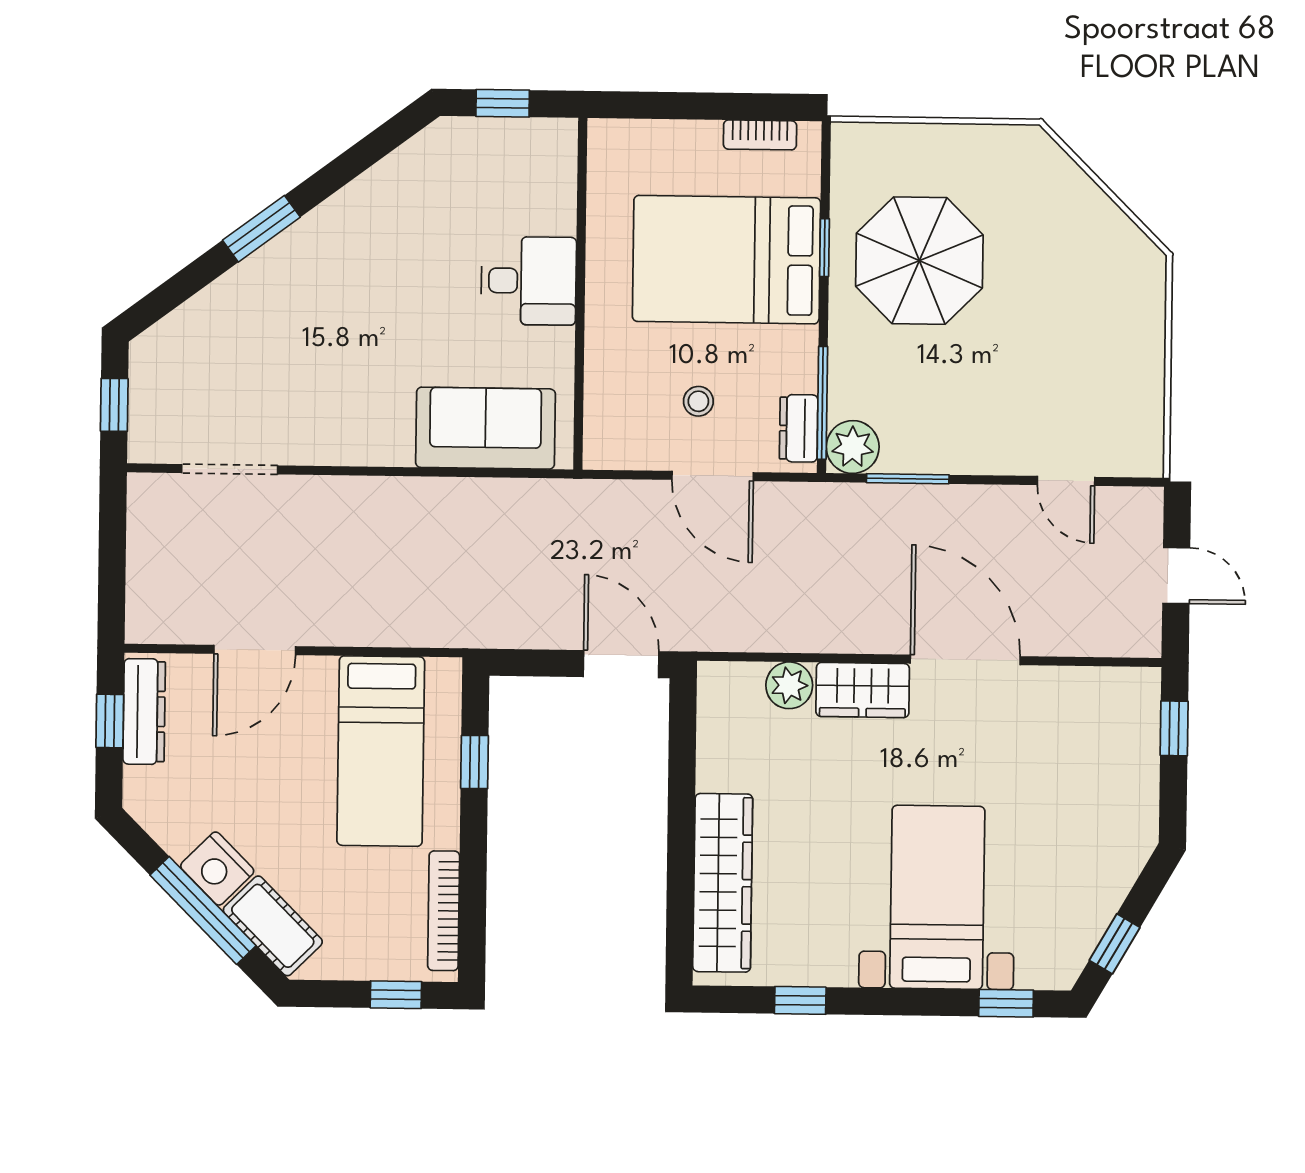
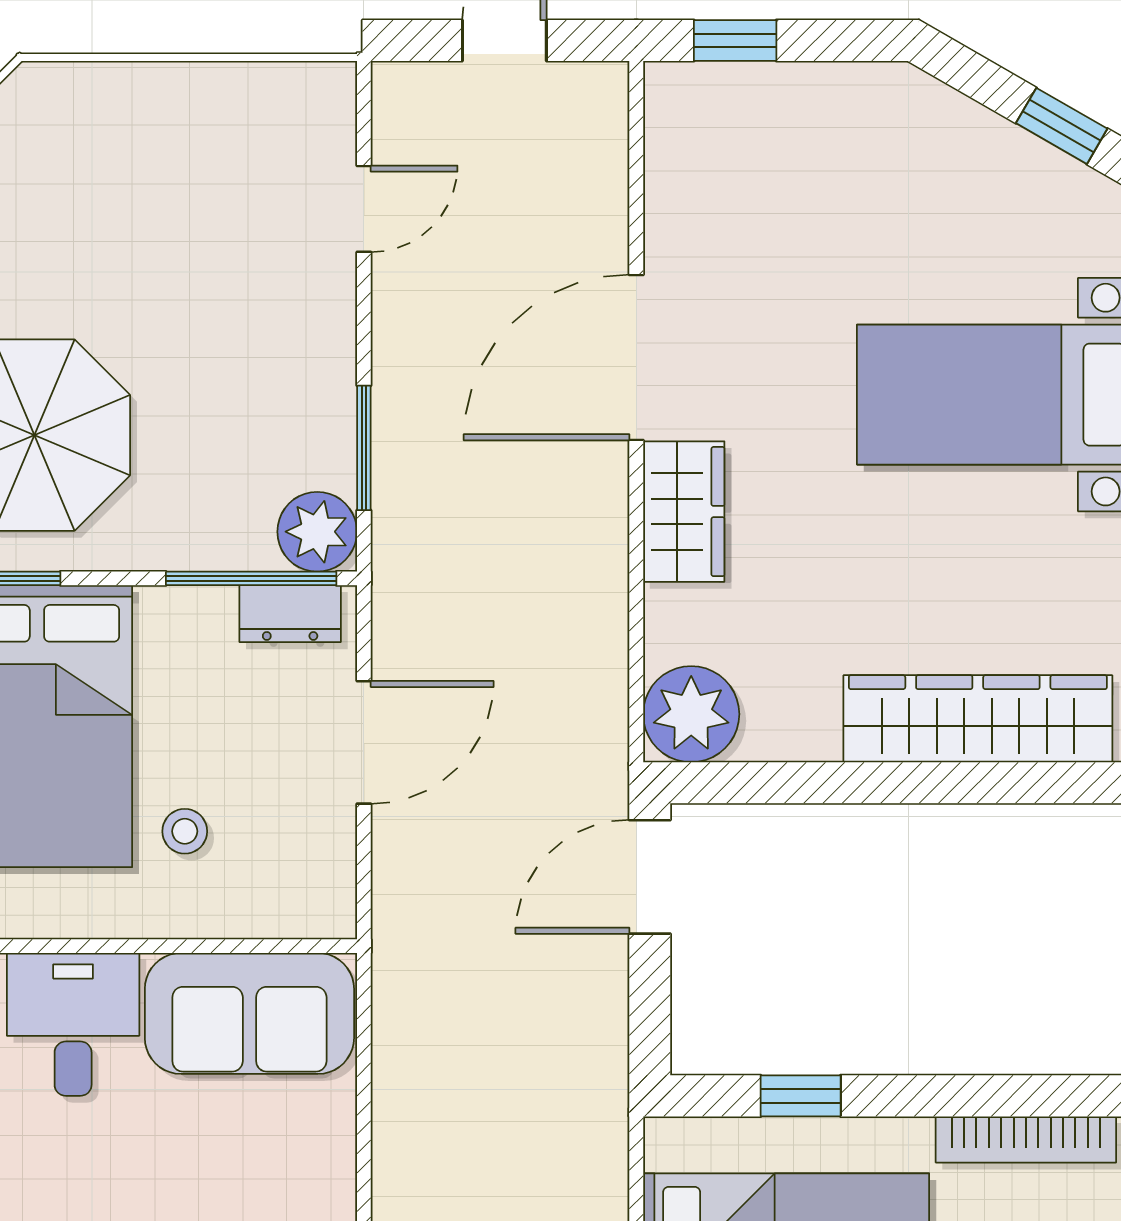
stool: (698, 401) -> (185, 831), moved
sofa: (485, 428) -> (249, 1013), moved, turned -90
plant: (789, 685) -> (691, 714), moved, width x1.36, depth x1.36

